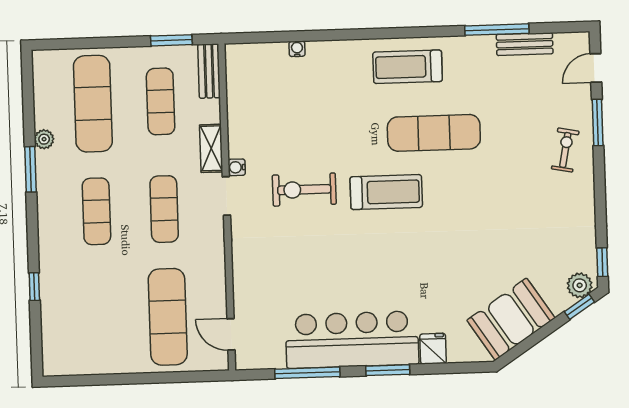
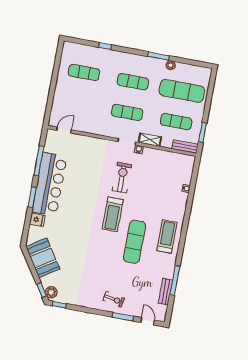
exercise mat: (168, 317) -> (84, 73), moved, width x0.73, depth x0.69

